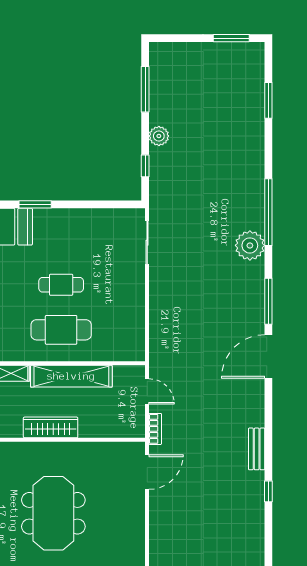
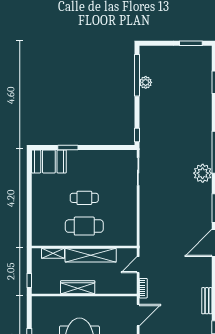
window: (145, 89) -> (137, 75), width x1.46
plant: (159, 136) -> (146, 82), moved
window: (145, 166) -> (137, 135), moved
door: (147, 391) -> (138, 265), swing flipped

